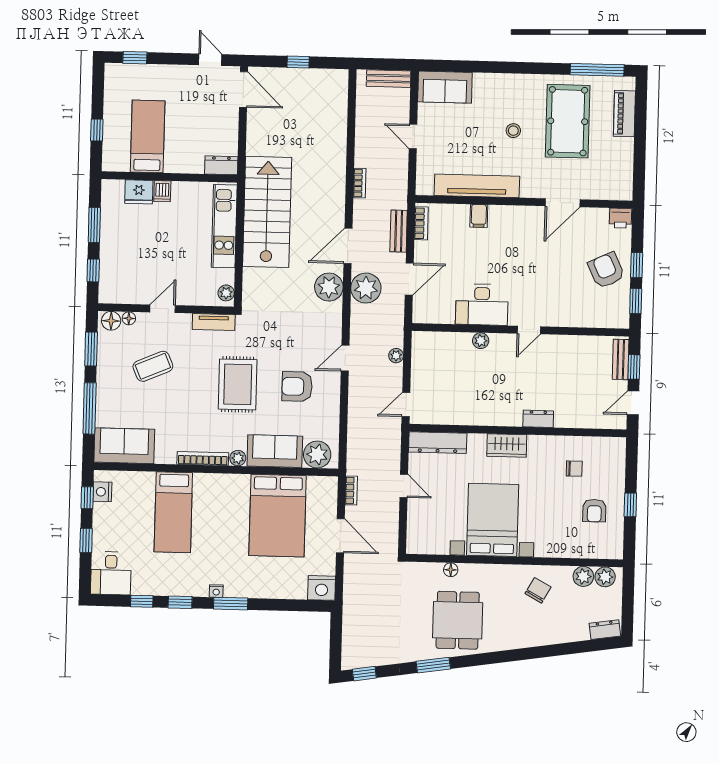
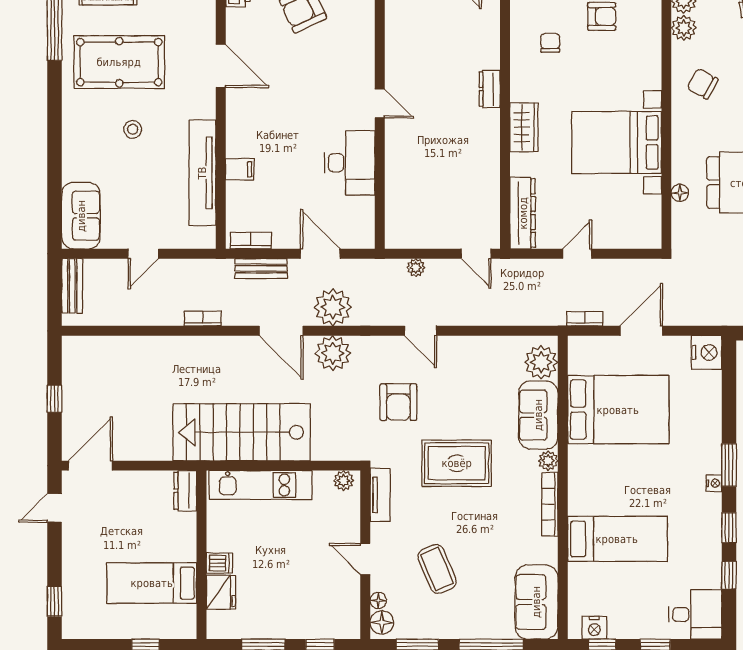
plant: (481, 341) -> (394, 163), removed
armchair: (297, 387) -> (398, 402), moved

